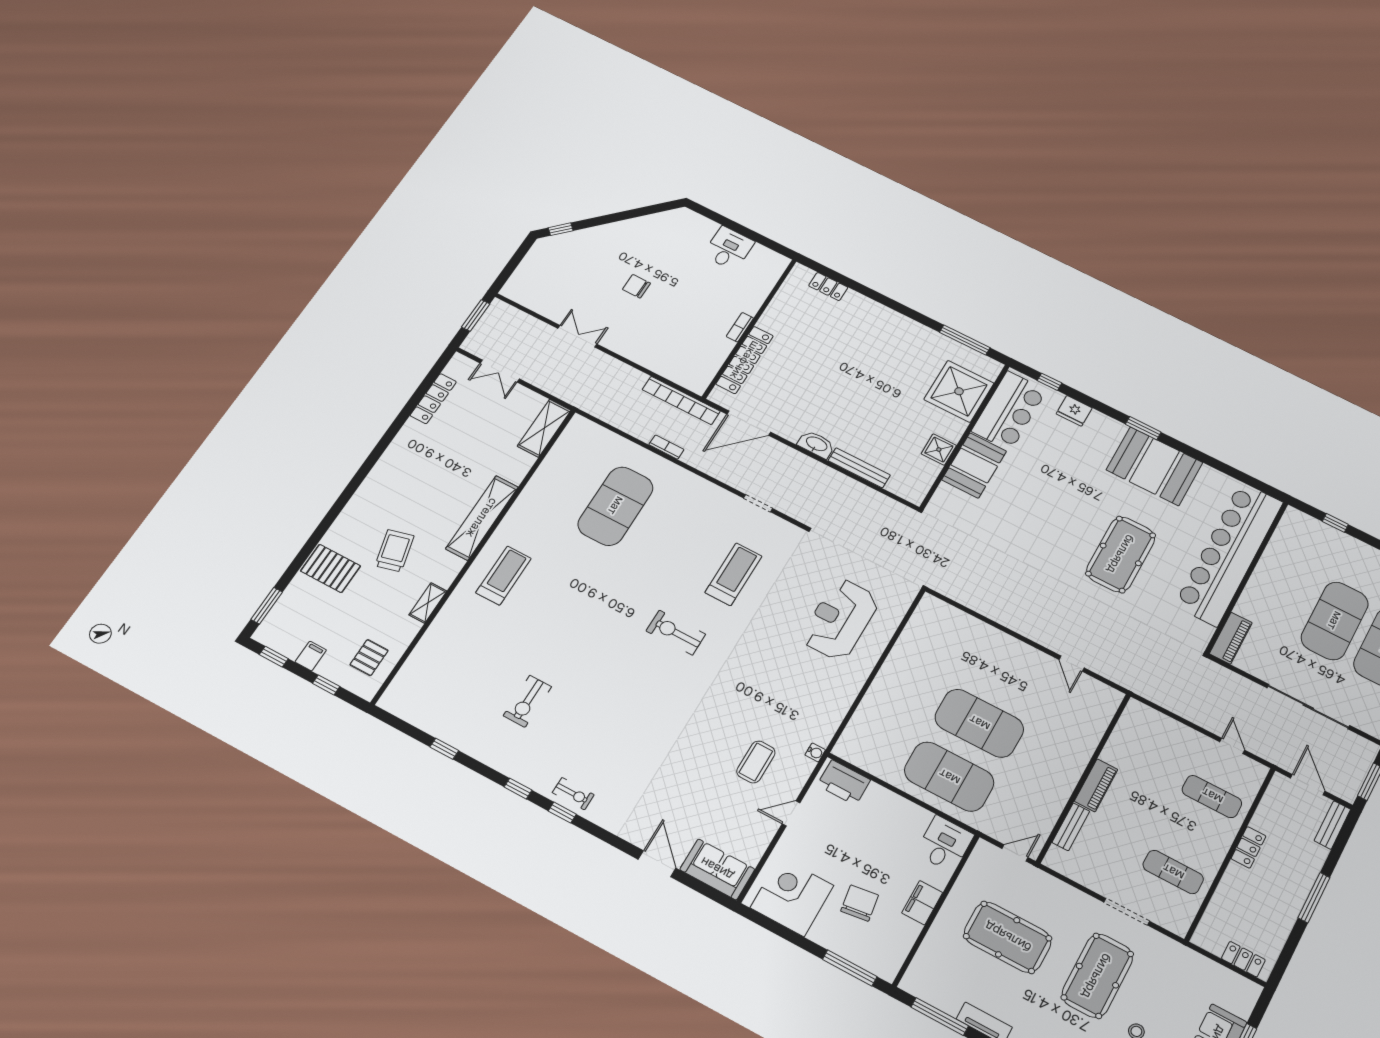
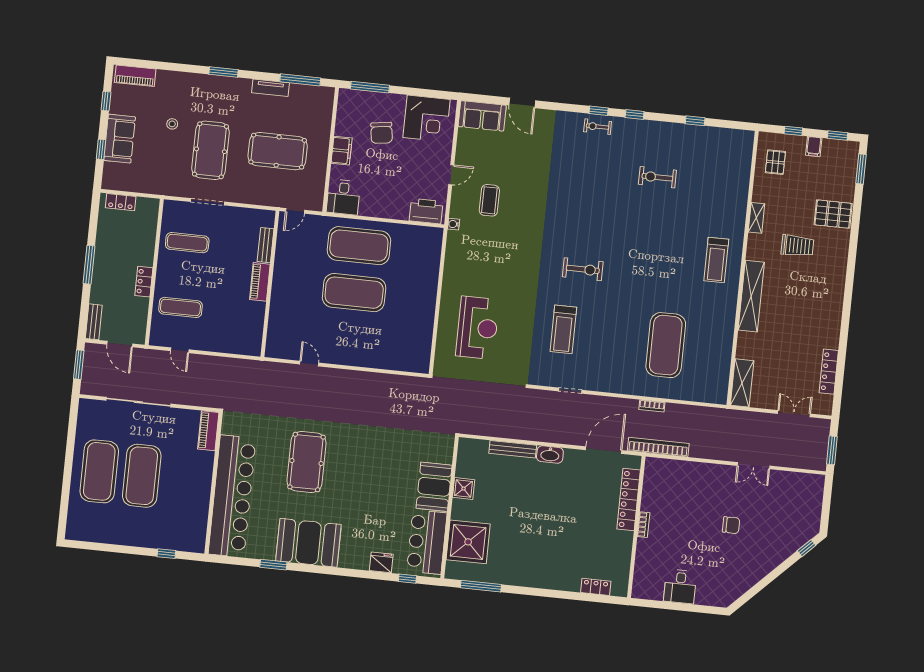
window: (1143, 428) -> (273, 565), moved
trolley: (395, 551) -> (797, 246), turned -75
exercise bike: (527, 701) -> (657, 177), turned -90

